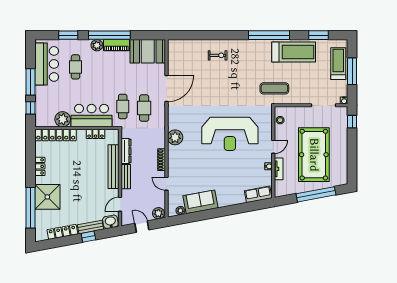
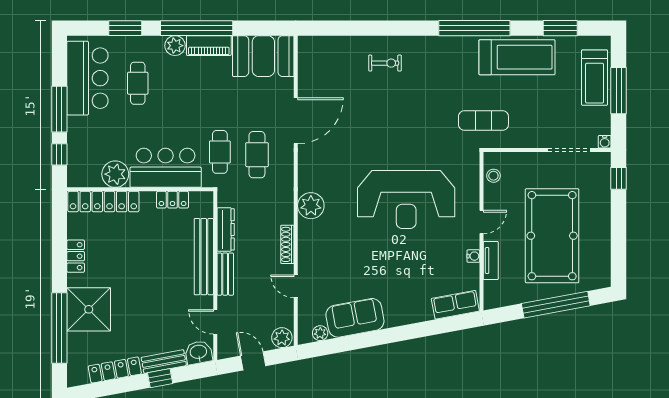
treadmill: (338, 64) -> (595, 78), turned 180
door: (120, 204) -> (215, 322), hinge flipped

